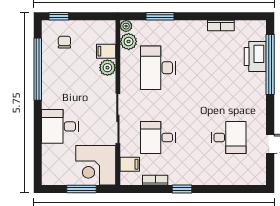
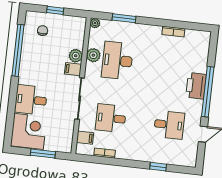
window: (59, 16) -> (55, 10), moved
plant: (129, 41) -> (93, 55), moved
filing cabinet: (106, 51) -> (73, 69), moved
printer: (255, 57) -> (196, 86), moved
window: (270, 64) -> (208, 92), moved
corner desk: (96, 165) -> (29, 131), moved, turned 180
window: (182, 189) -> (158, 167), moved

